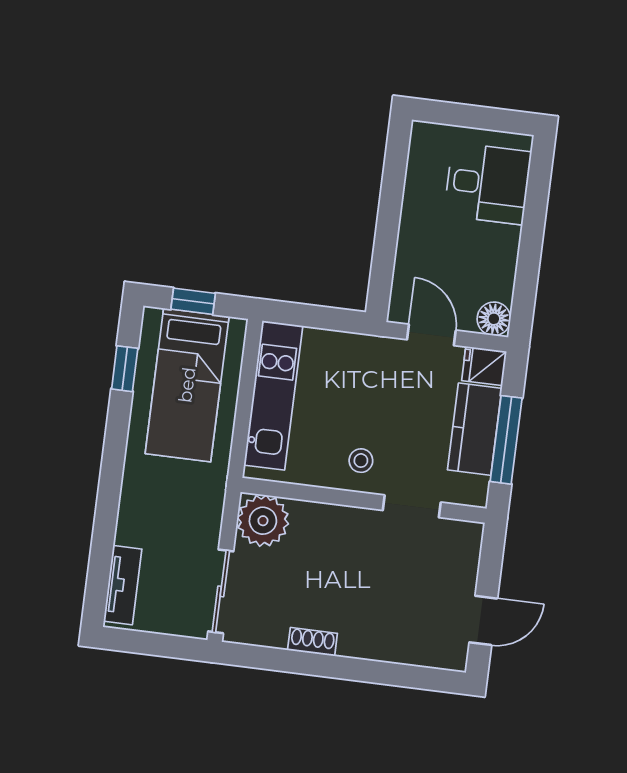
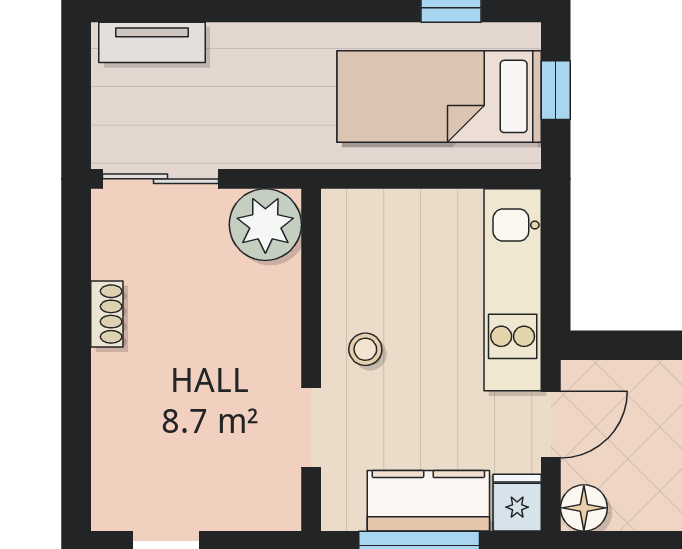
kitchen unit: (273, 395) -> (513, 290), moved, turned 90

